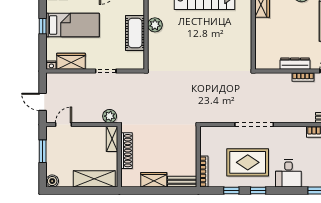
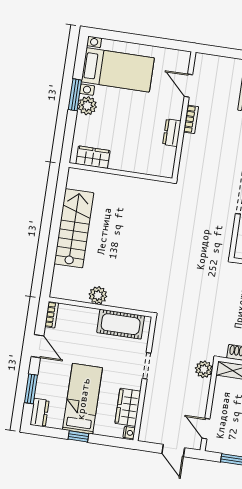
cot: (135, 33) -> (121, 324), moved
dresser: (295, 64) -> (172, 133), width x0.70
door: (43, 102) -> (173, 451), hinge flipped

